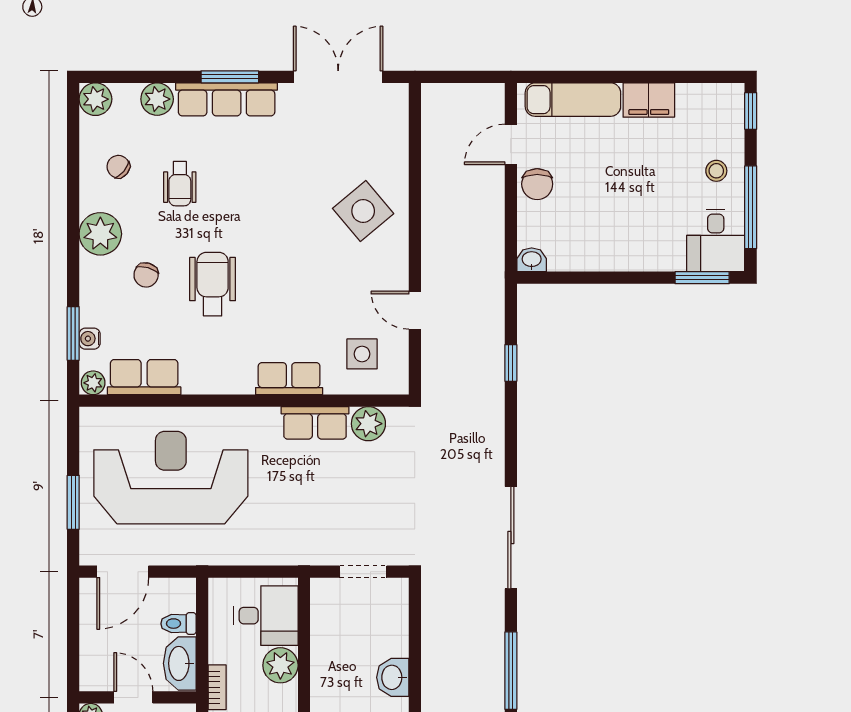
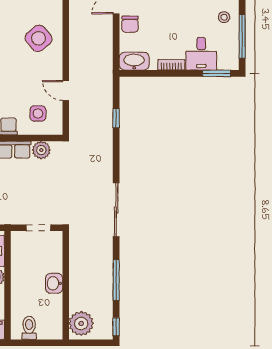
desk: (716, 240) -> (201, 54), moved
washbasin: (532, 260) -> (134, 61), width x1.91, depth x1.45
bookcase: (616, 262) -> (171, 65), added

